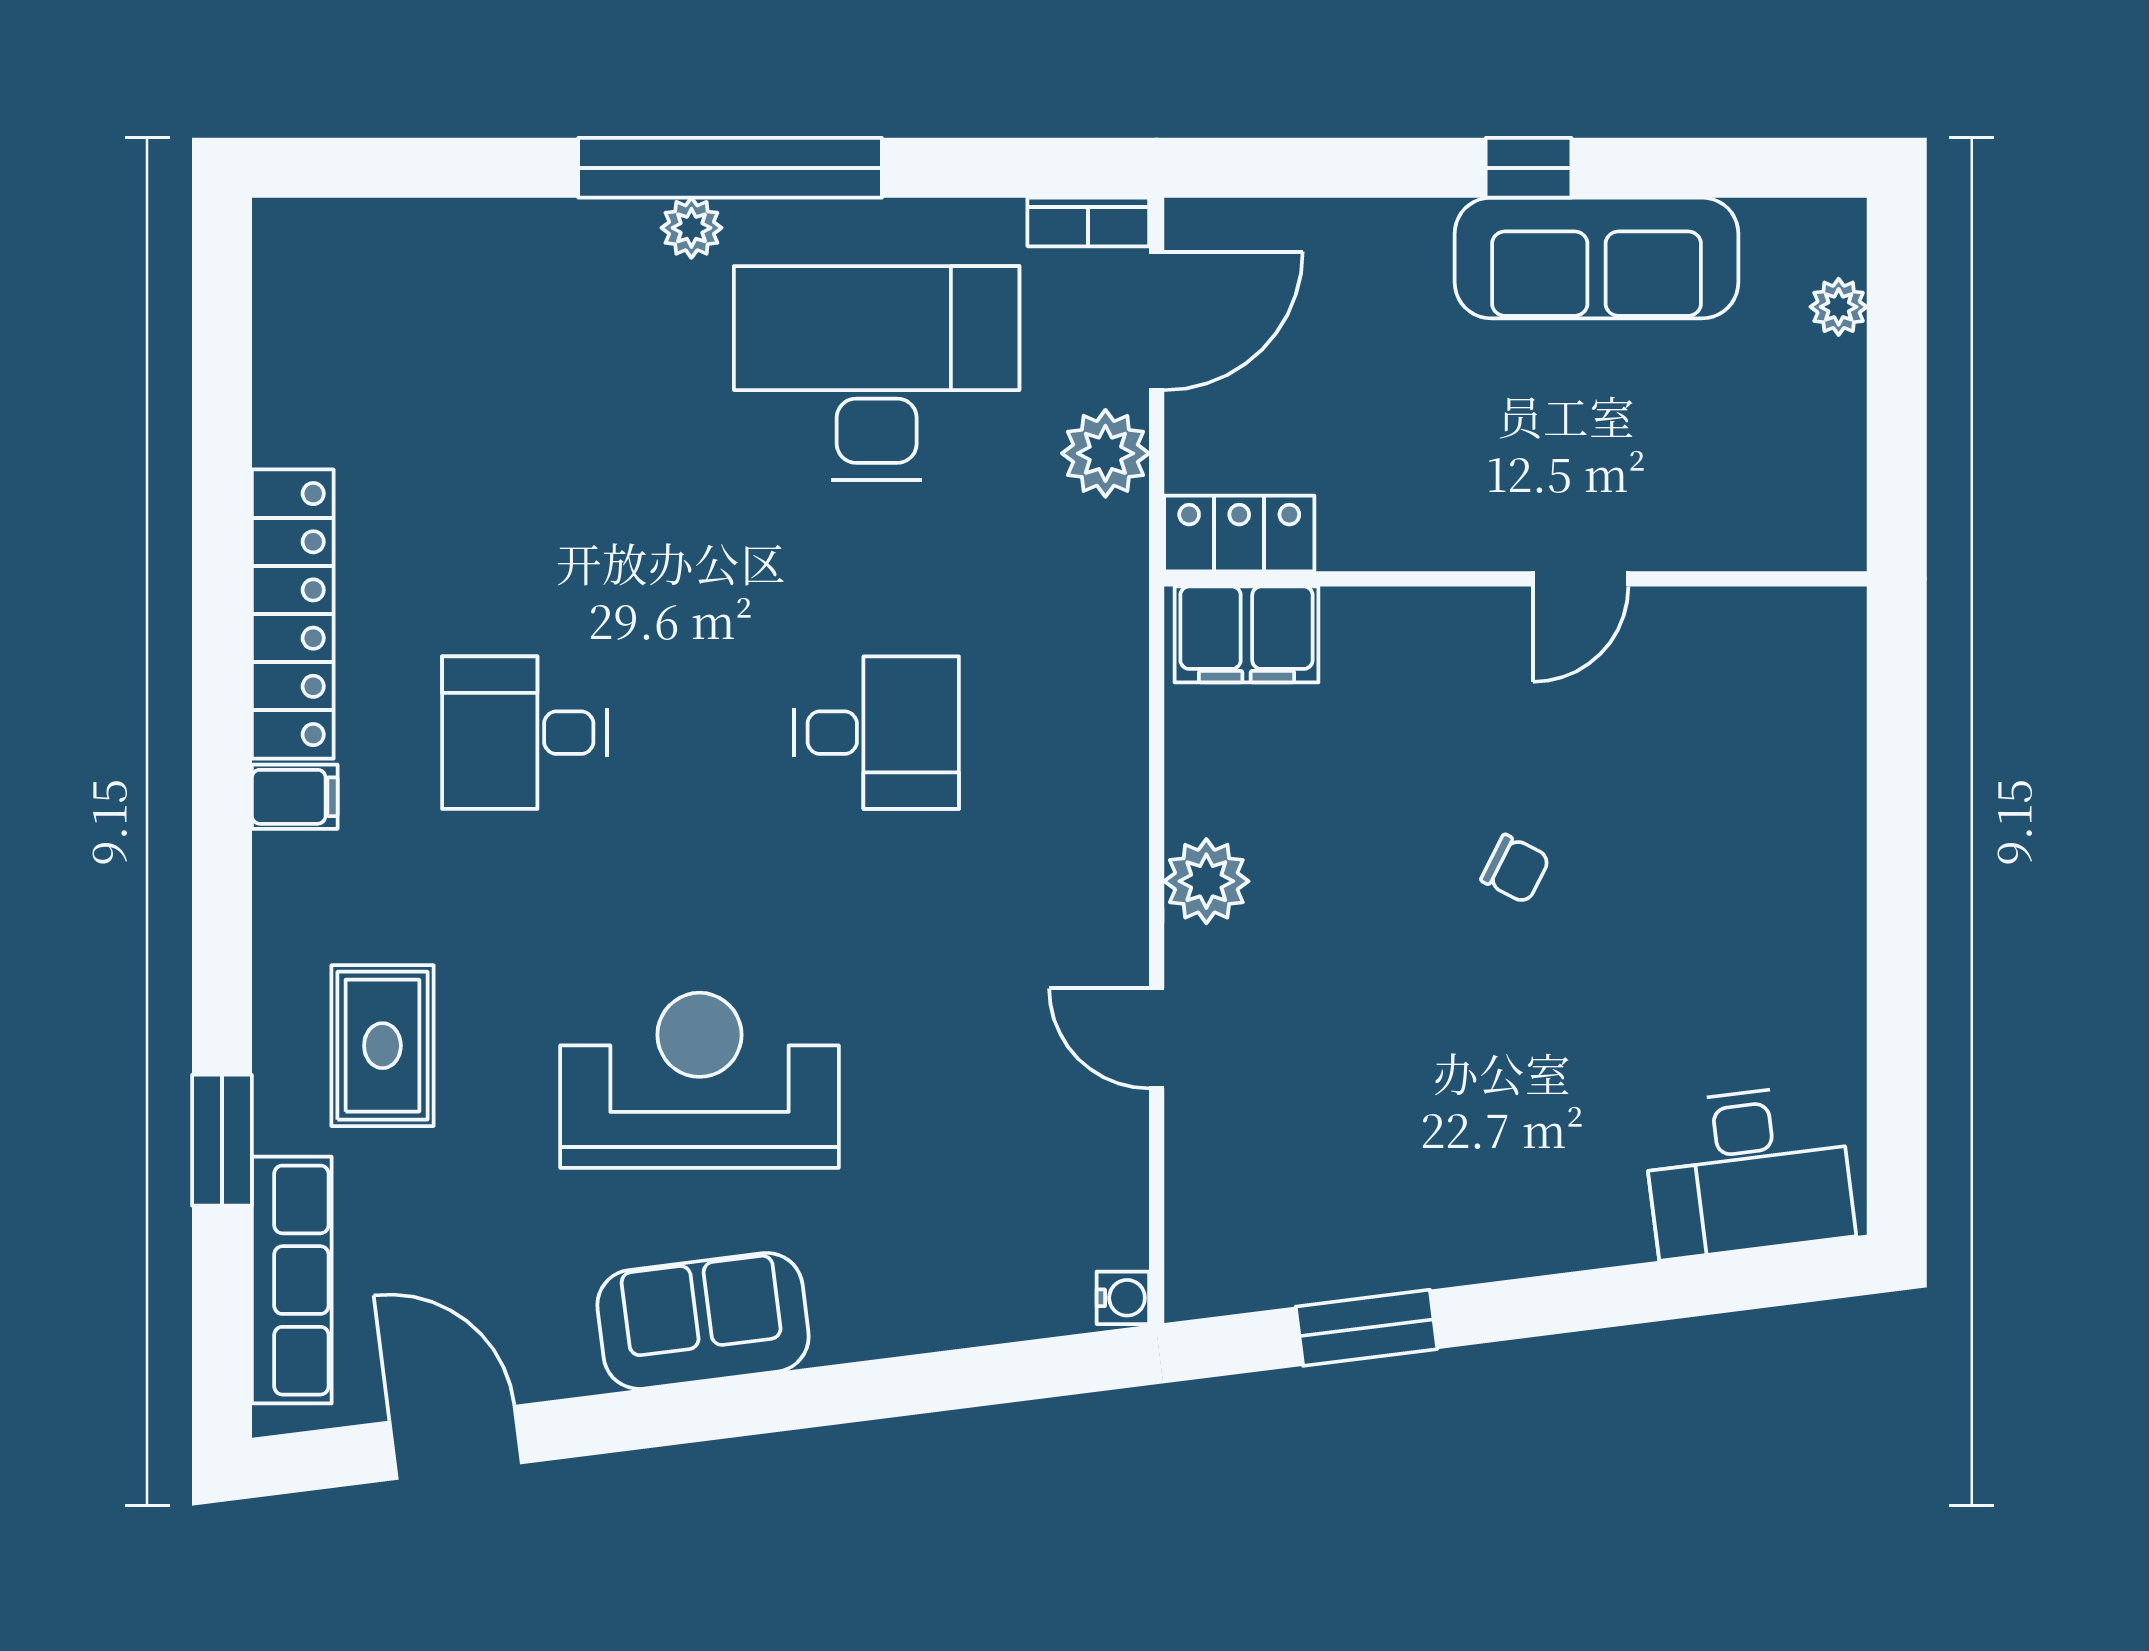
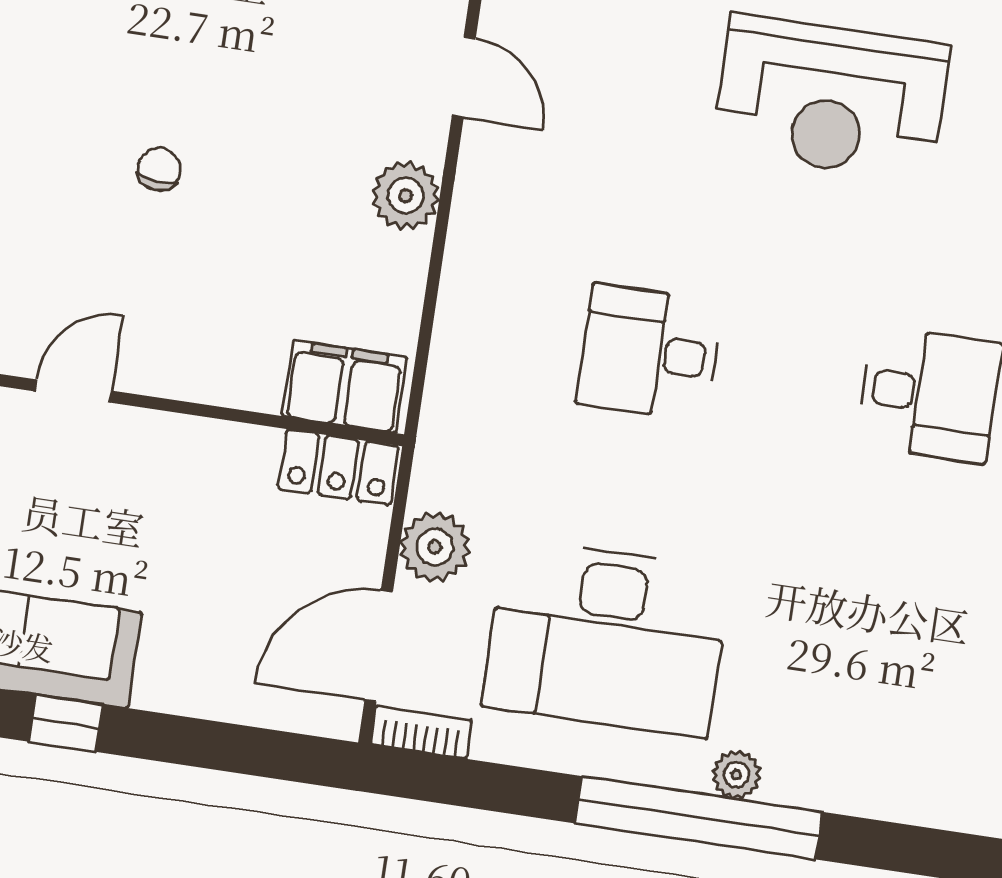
chair: (1516, 869) -> (159, 169), turned 69

